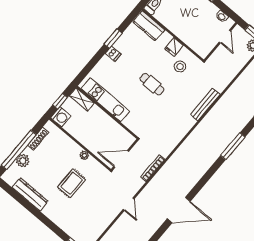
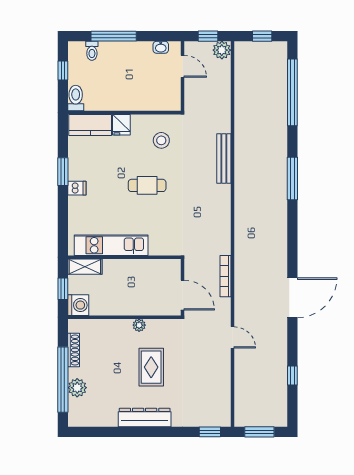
fridge: (174, 47) -> (121, 125), moved
door: (121, 159) -> (183, 295), swing flipped
dresser: (30, 194) -> (145, 418), moved

